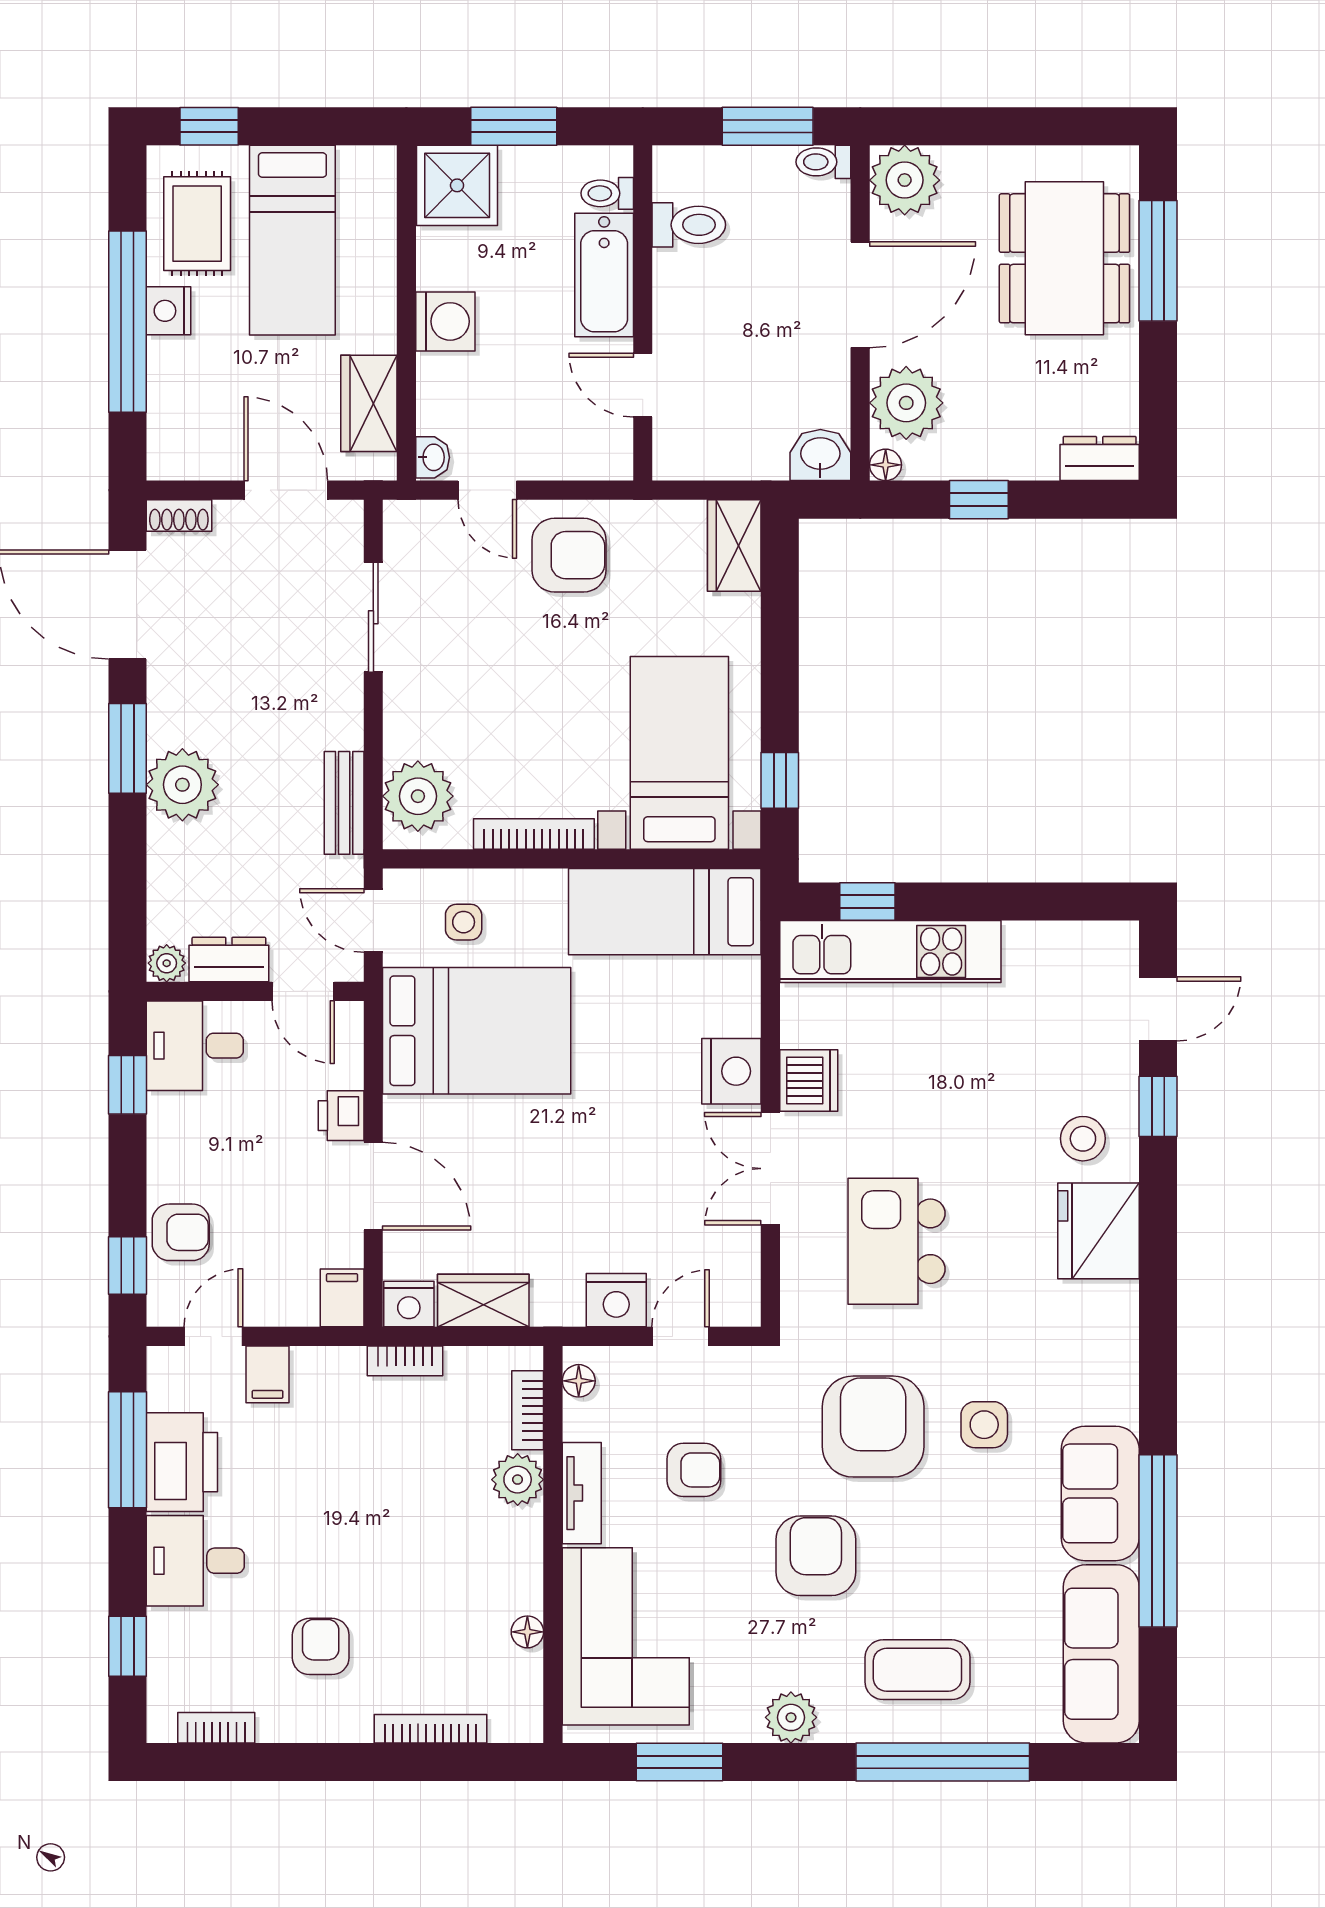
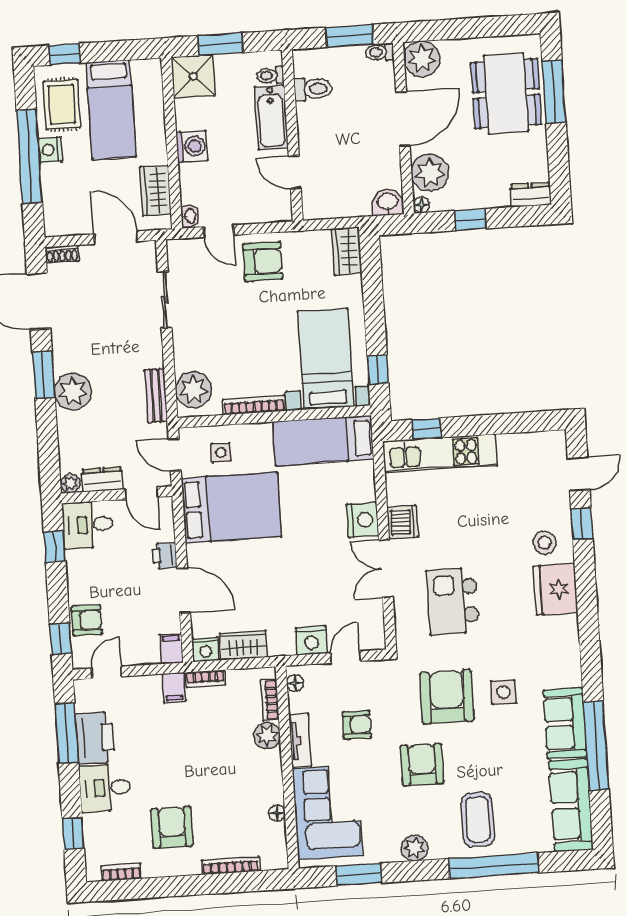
filing cabinet: (268, 1374) -> (174, 688), moved
armchair: (321, 1646) -> (172, 827), width x1.38, depth x1.38
coffee table: (917, 1670) -> (478, 819), turned 90

